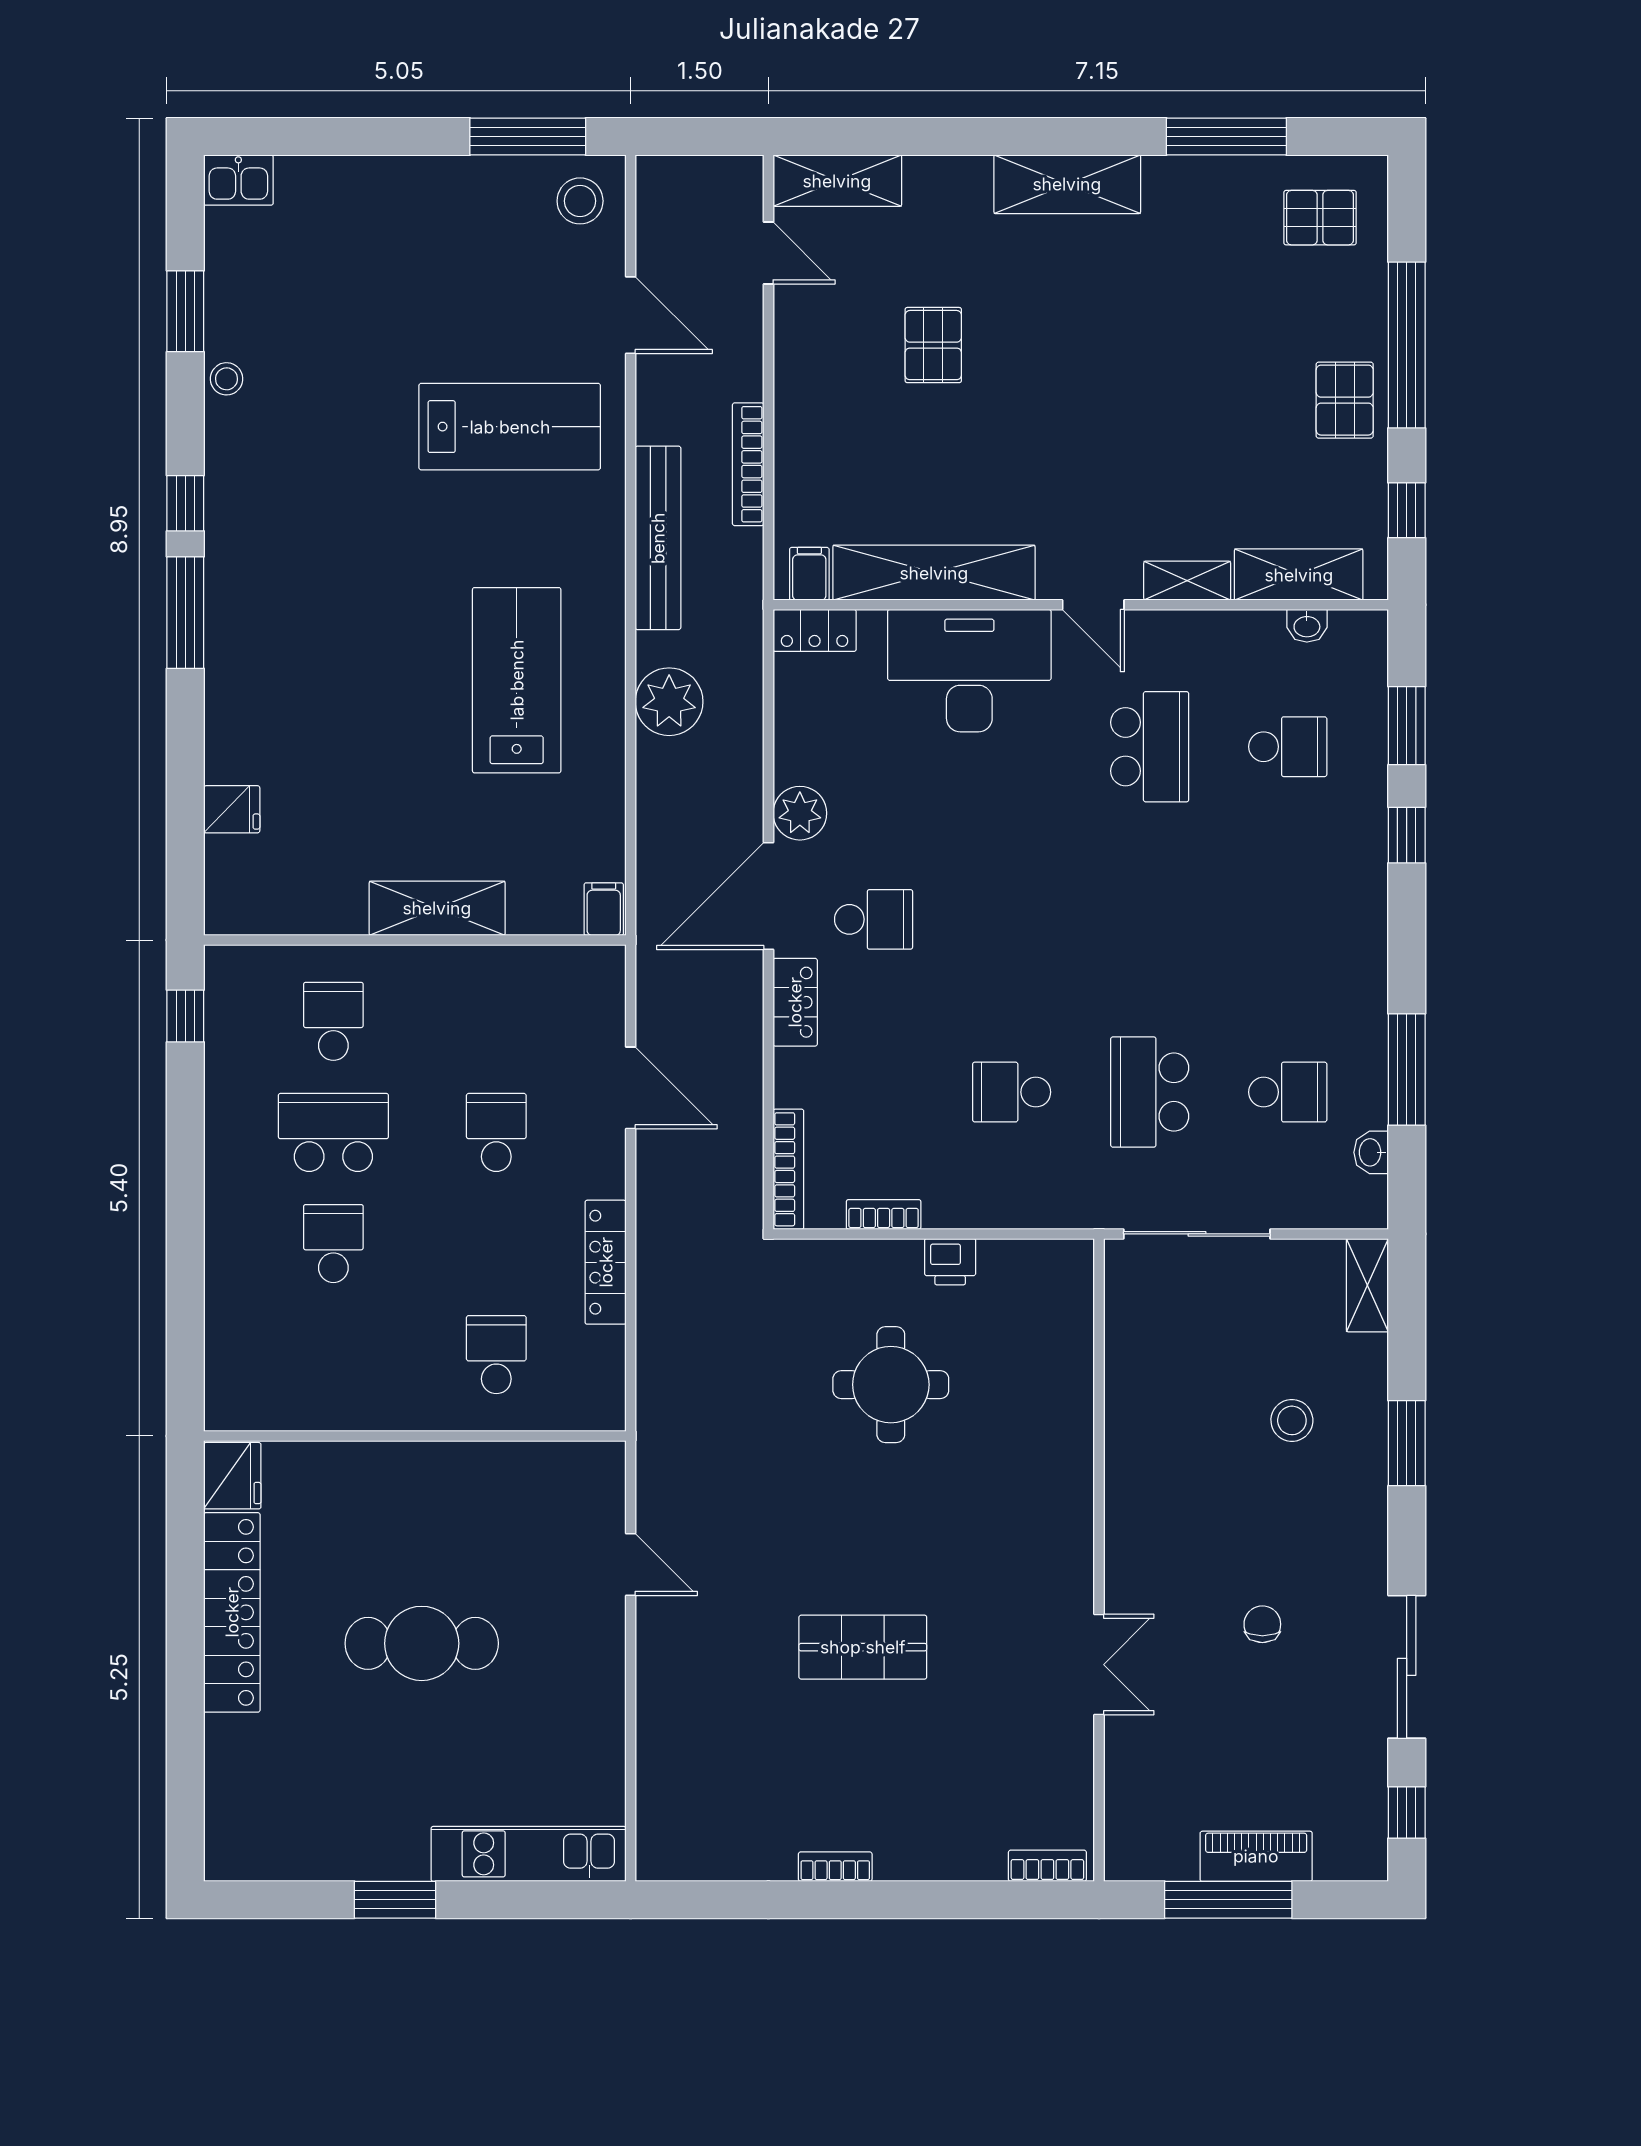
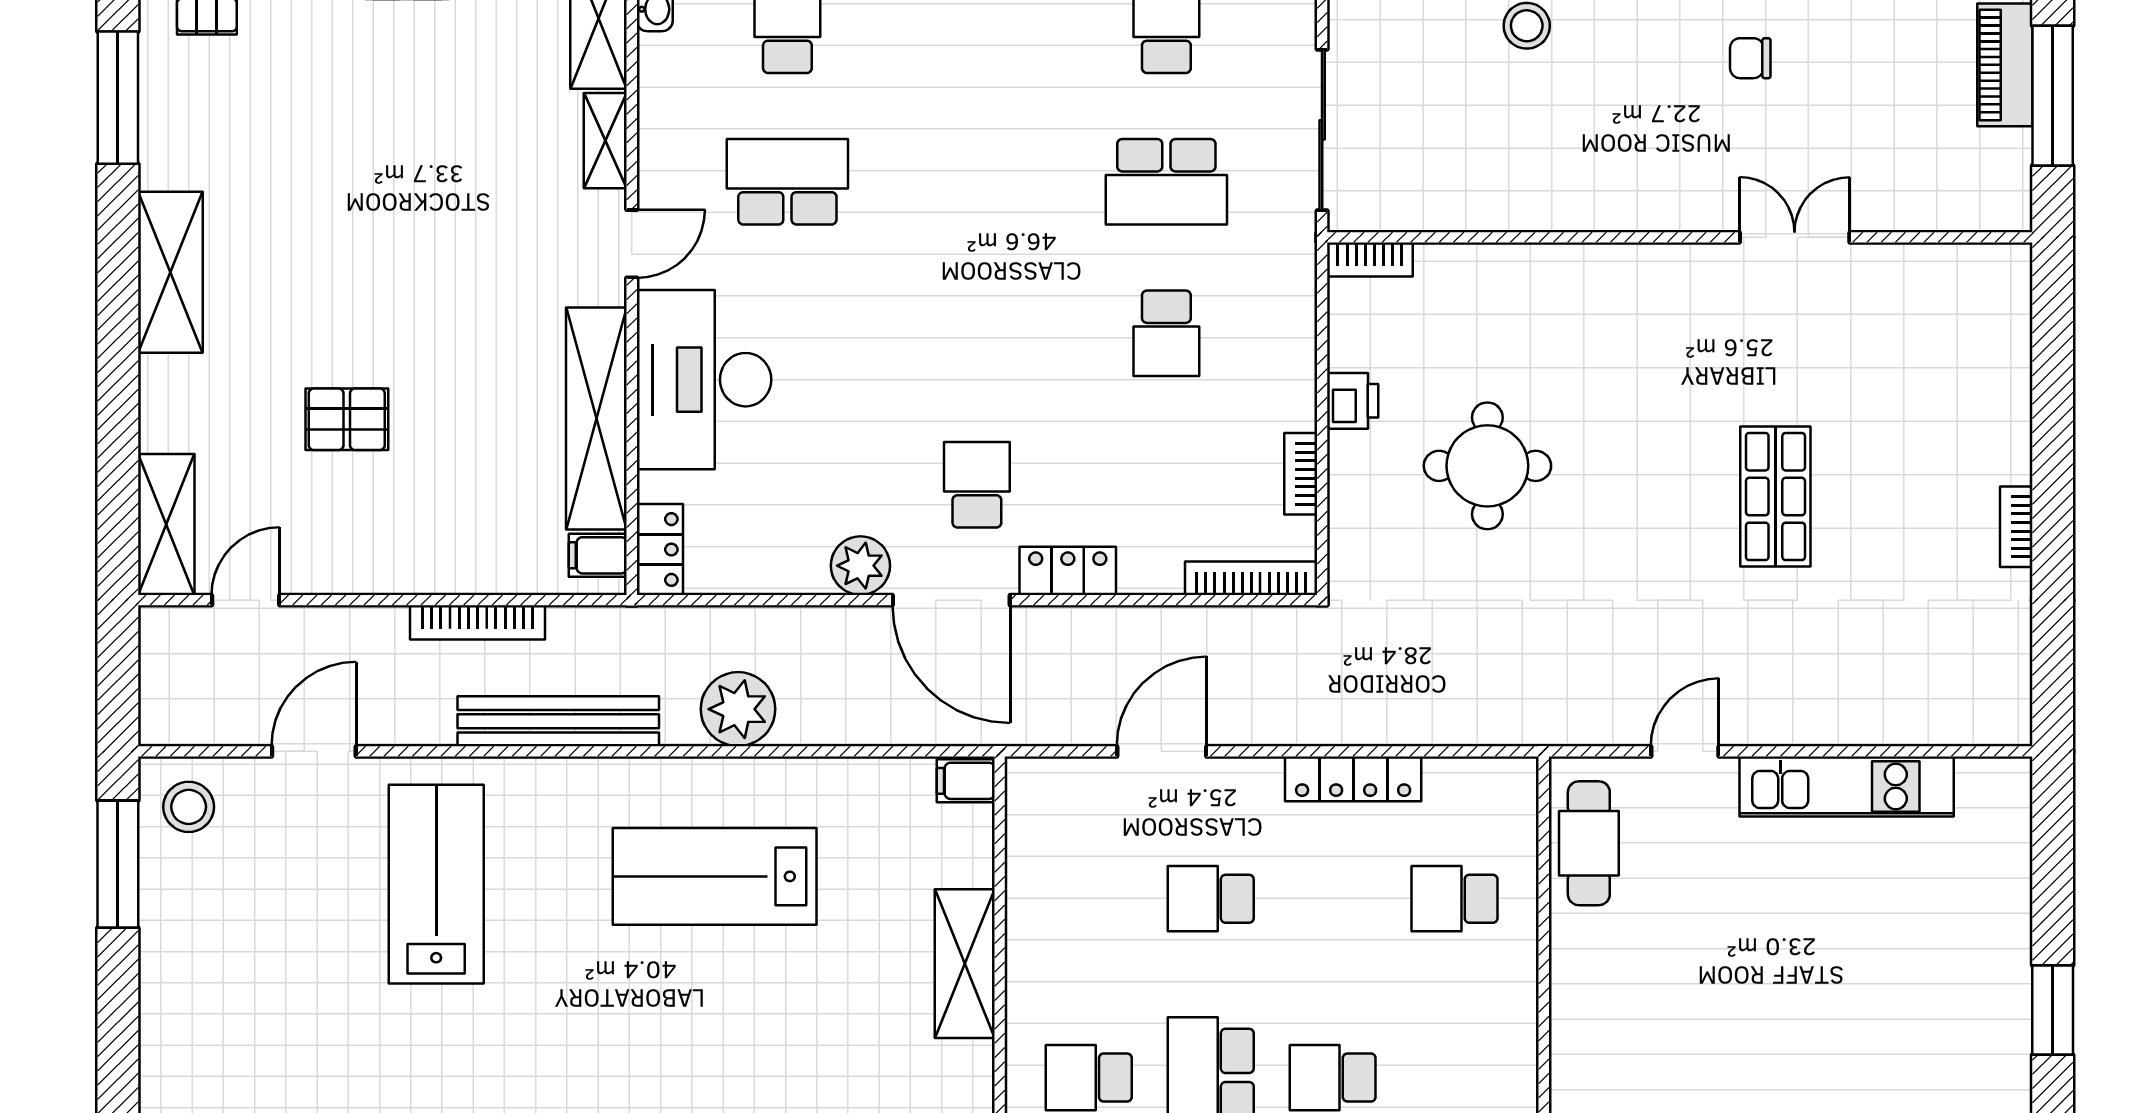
cafe table: (422, 1643) -> (1589, 843), moved, width x0.73, depth x0.74
kitchen unit: (529, 1854) -> (1847, 787), moved, turned -90
bookcase: (1047, 1866) -> (1370, 260), moved, turned -90

